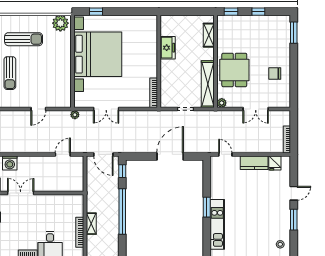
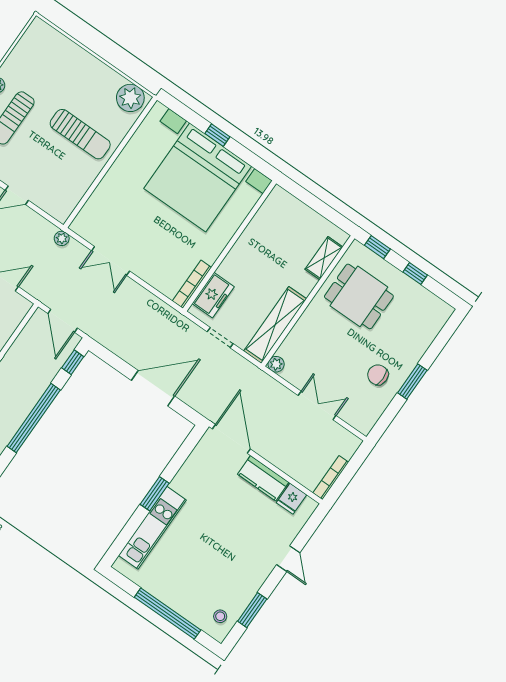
window: (96, 12) -> (217, 135), moved
window: (294, 33) -> (412, 381), moved
sun lounger: (24, 39) -> (80, 134), moved
freezer: (168, 48) -> (213, 295), moved
bed with nightstands: (98, 54) -> (198, 177), moved, turned 90
dining table: (234, 70) -> (359, 296), moved, turned 90
double door: (256, 109) -> (317, 405), swing flipped
door: (225, 154) -> (231, 439), width x1.87
door: (294, 193) -> (288, 559), hinge flipped
window: (294, 220) -> (252, 610), moved

